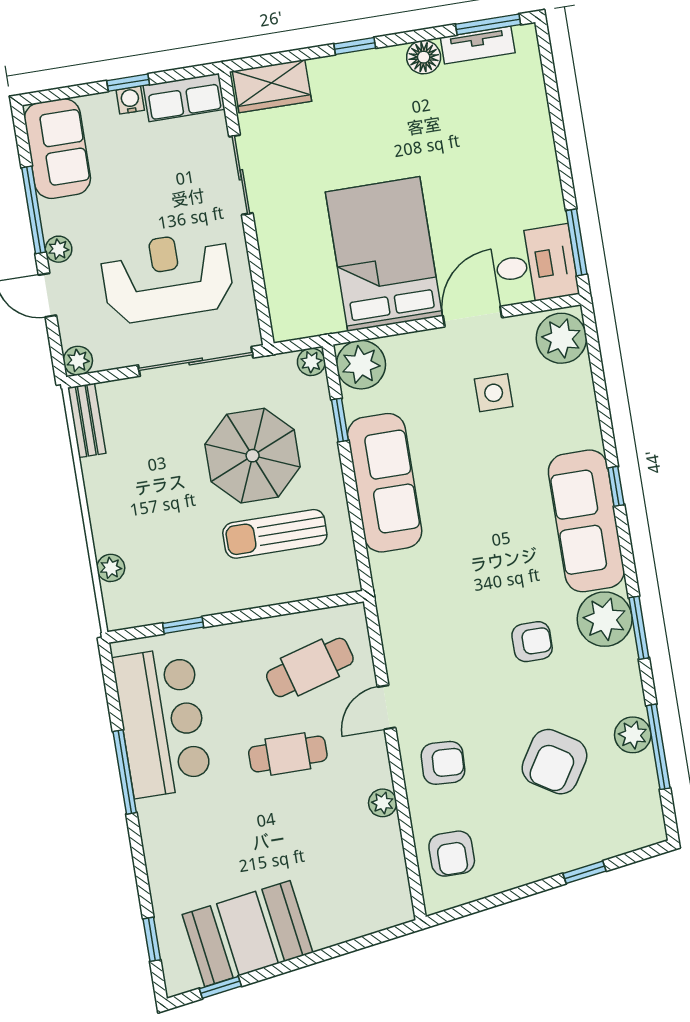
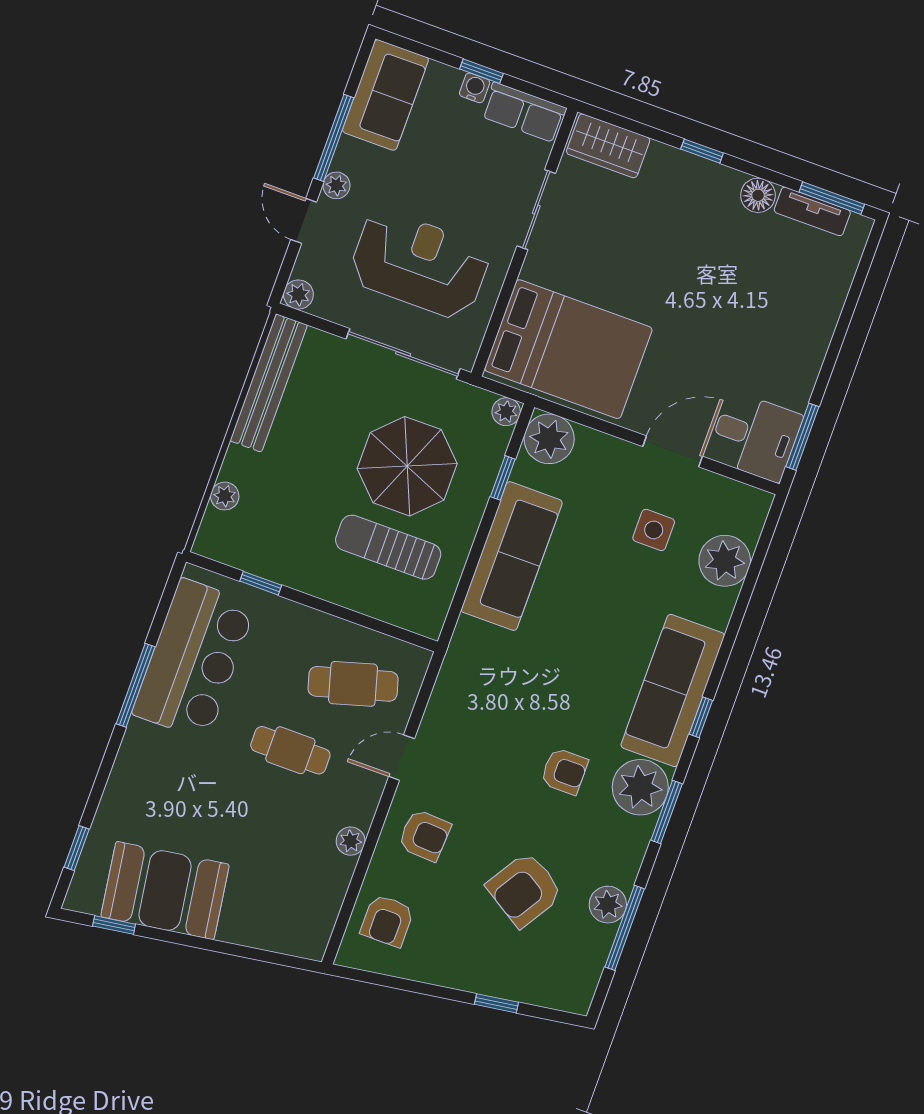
bed: (384, 254) -> (568, 349), moved, turned 90
plant: (561, 338) -> (725, 561), moved
bench: (87, 420) -> (269, 383), width x1.86, depth x1.21
window: (616, 486) -> (701, 717), moved

